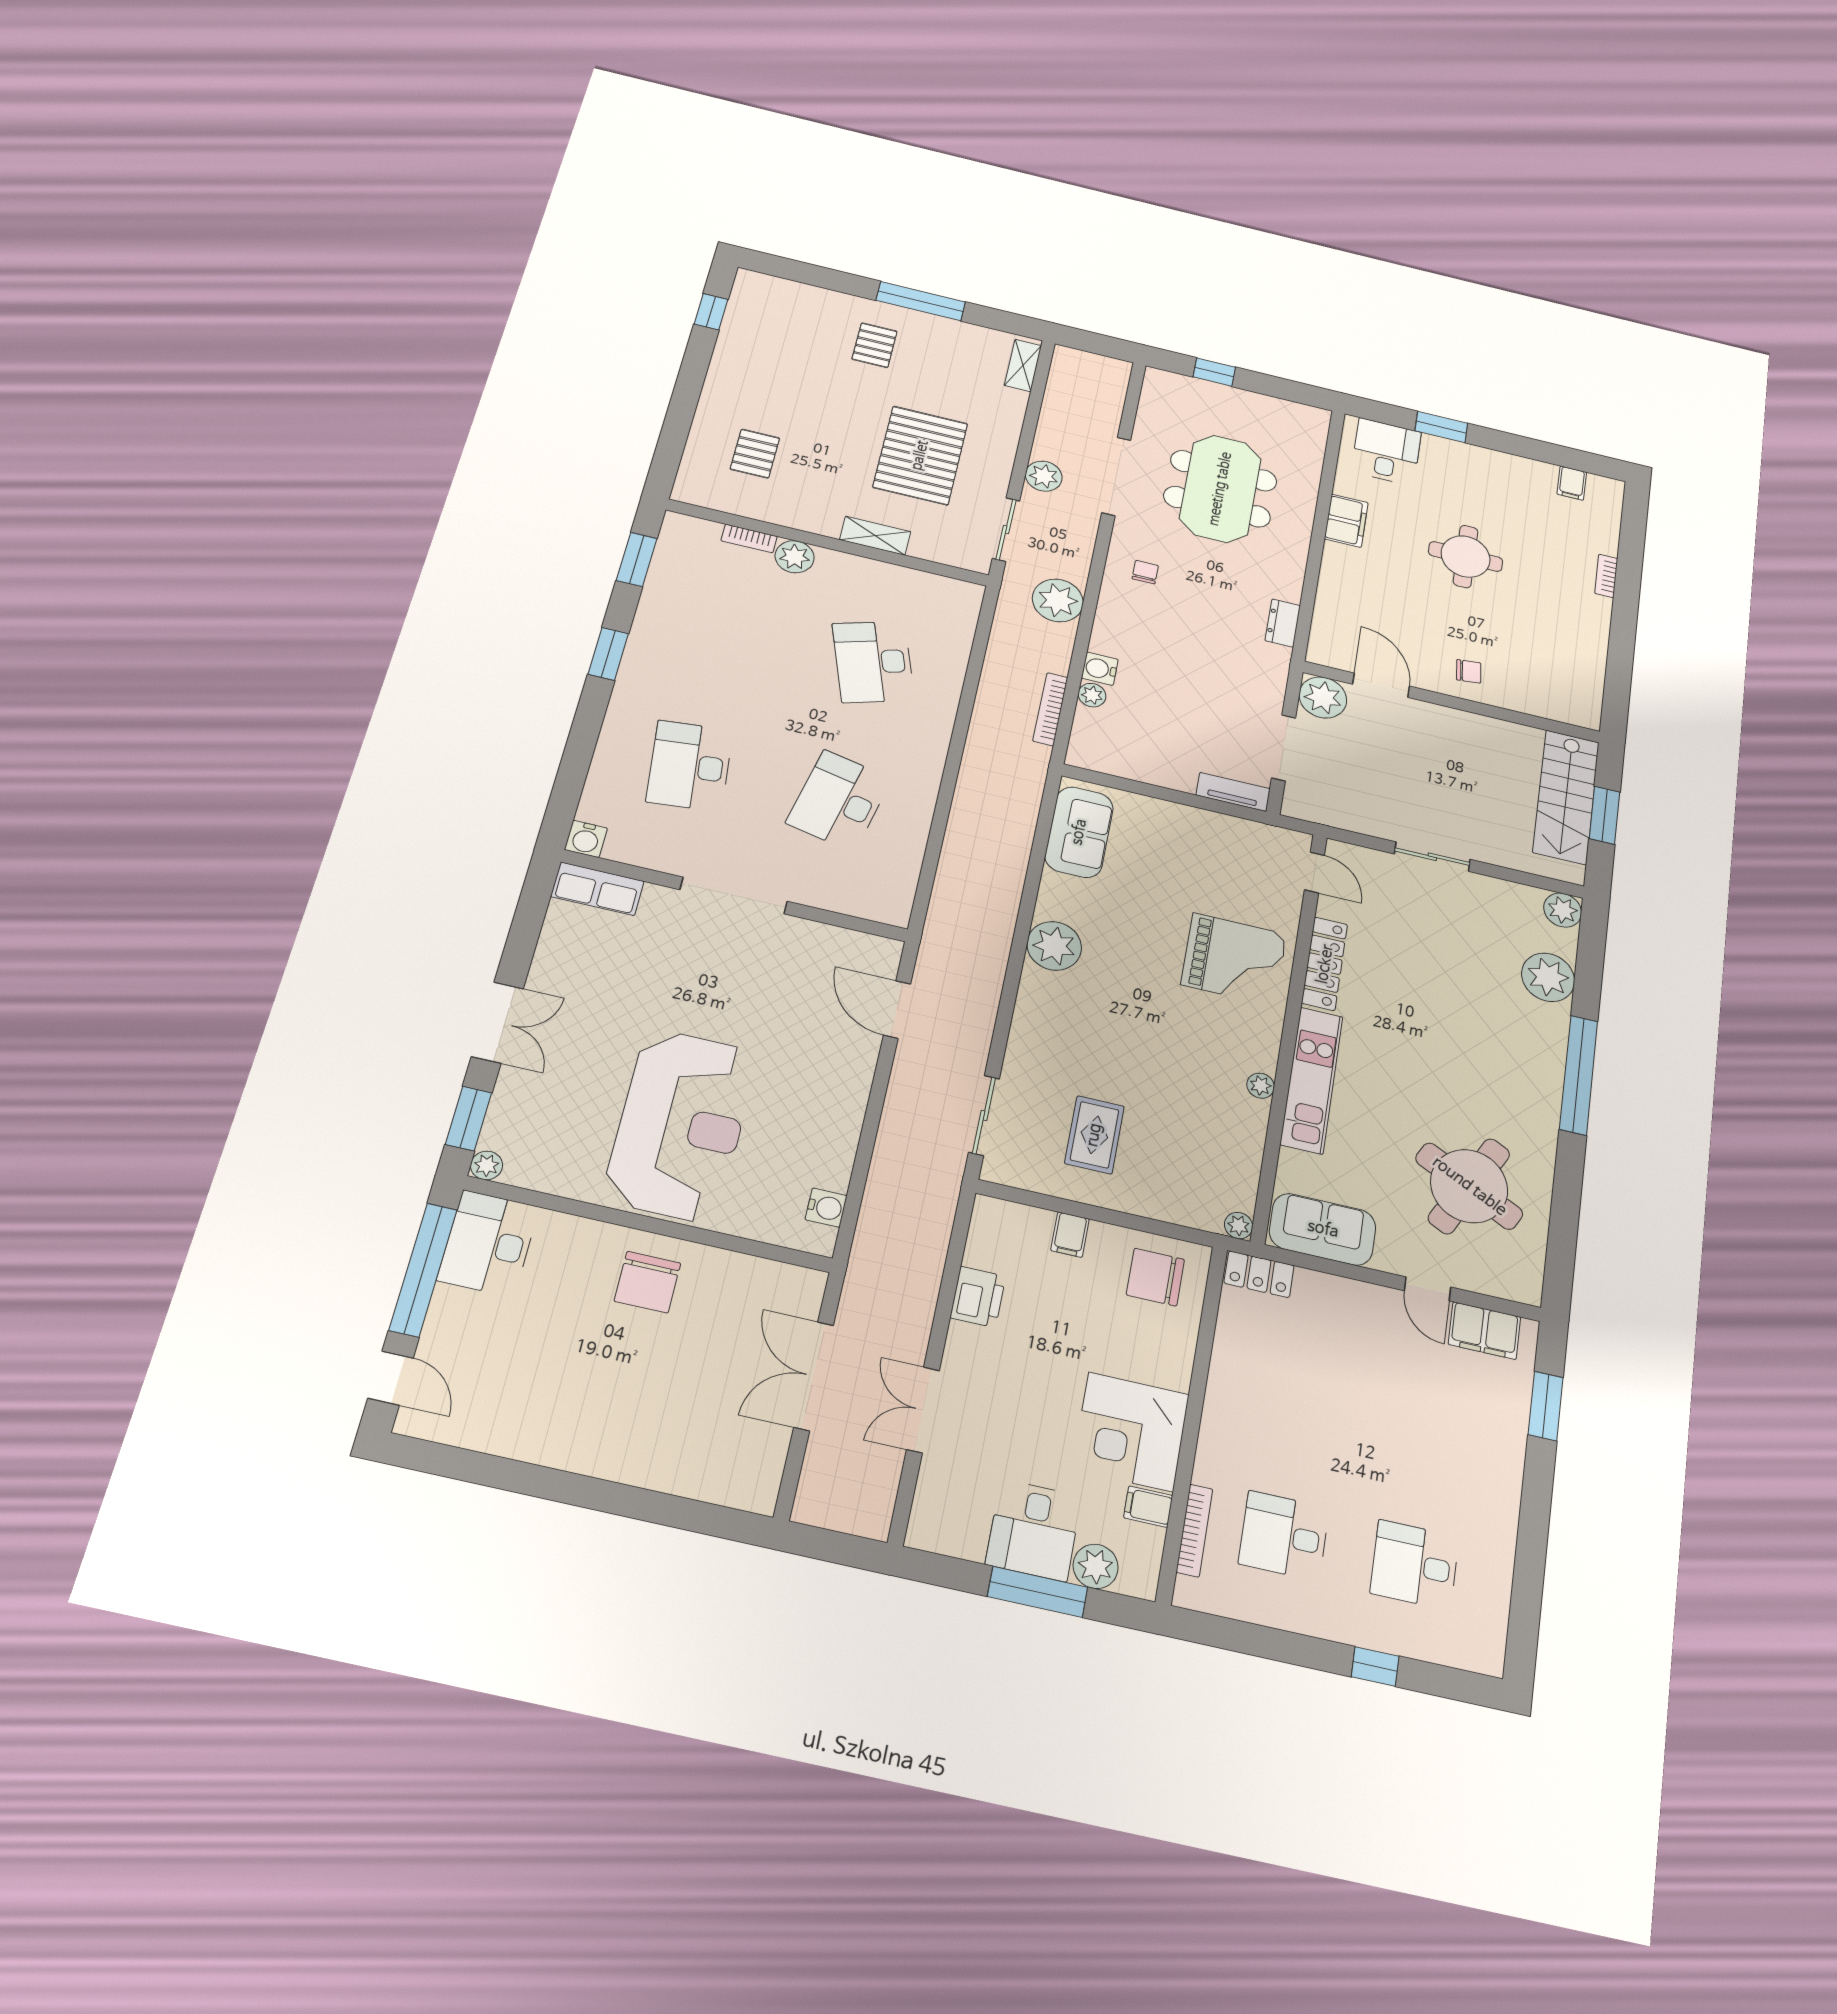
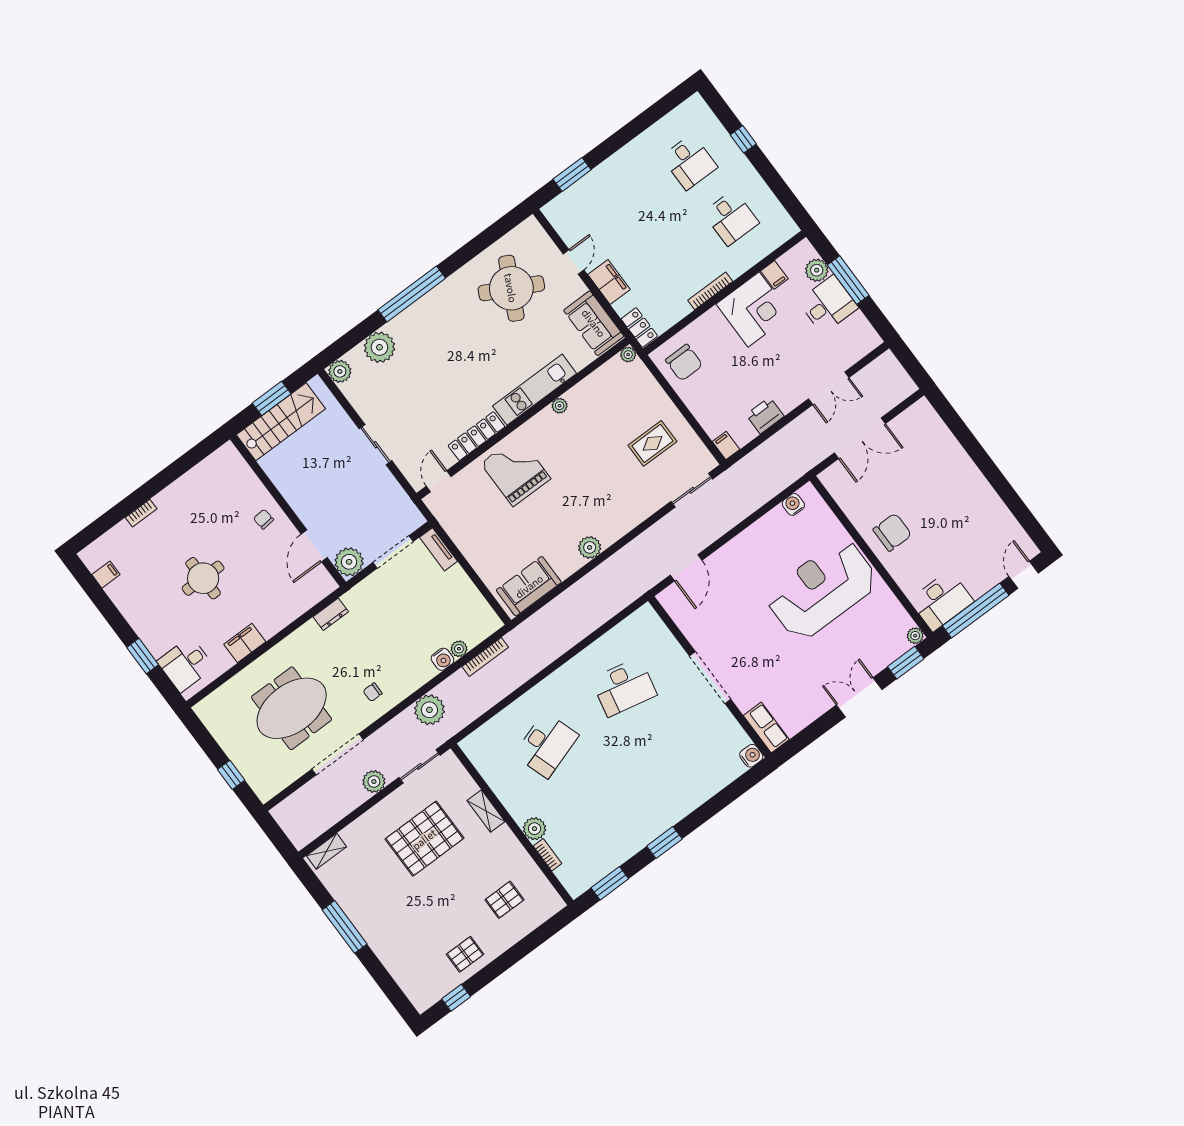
pallet: (875, 345) -> (465, 954), moved
desk: (690, 766) -> (676, 756), removed
plant: (1054, 946) -> (590, 547), width x0.73, depth x0.73
filing cabinet: (1070, 1235) -> (726, 446), moved, turned -90
filing cabinet: (1484, 1331) -> (609, 282), moved
bookcase: (1194, 1530) -> (710, 291), moved

